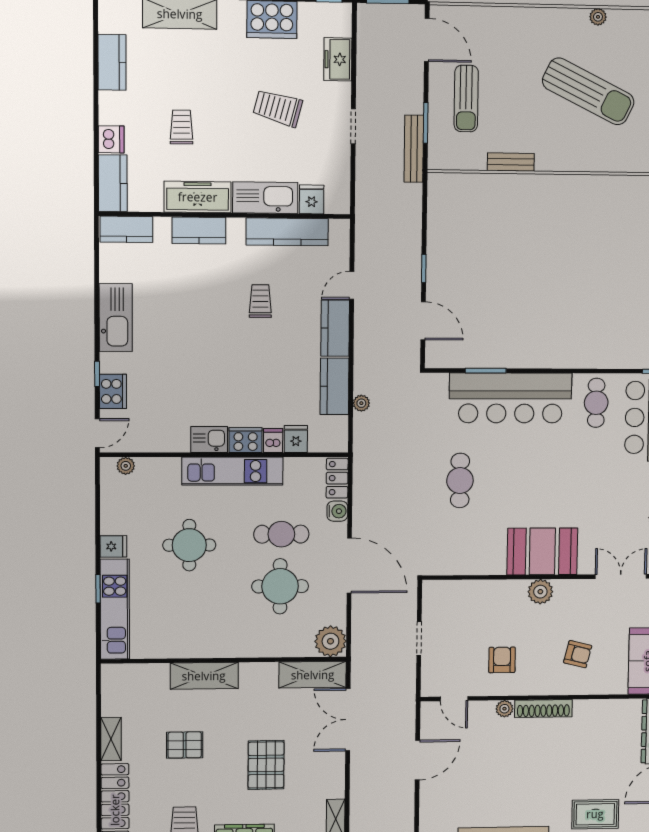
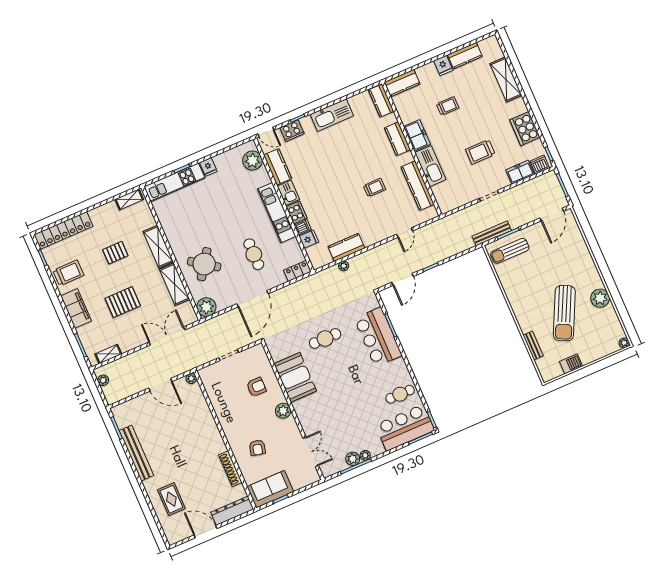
plant: (598, 17) -> (600, 298), width x1.88, depth x1.88
sun lounger: (466, 98) -> (510, 251), moved
trolley: (278, 108) -> (480, 152), turned -105
dishwasher: (111, 139) -> (540, 165), moved, turned 180
bench: (511, 162) -> (533, 346), moved
freezer: (198, 197) -> (417, 135), width x0.71
fridge: (312, 199) -> (443, 65), moved, turned 90
door: (352, 285) -> (405, 233), swing flipped
kitchen counter: (335, 328) -> (278, 167), moved, turned 90
bar counter: (511, 398) -> (378, 337), width x0.73
plant: (126, 466) -> (253, 161), width x1.87, depth x1.87
water cooler: (337, 511) -> (279, 279), removed
round table: (189, 545) -> (226, 207), removed
booth: (542, 551) -> (295, 377), moved
round table: (280, 586) -> (204, 264), moved, turned 35
armchair: (502, 660) -> (256, 387), moved
shelving: (313, 675) -> (175, 284), moved
door: (454, 699) -> (203, 390), removed
shoe rack: (543, 708) -> (230, 469), moved
plant: (504, 709) -> (191, 378), moved
shelving: (111, 739) -> (129, 199), moved
pallet: (185, 745) -> (115, 253), turned 90

